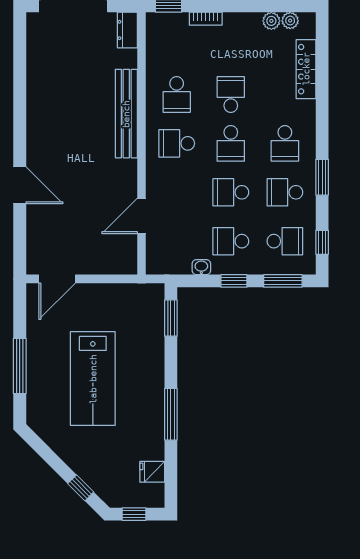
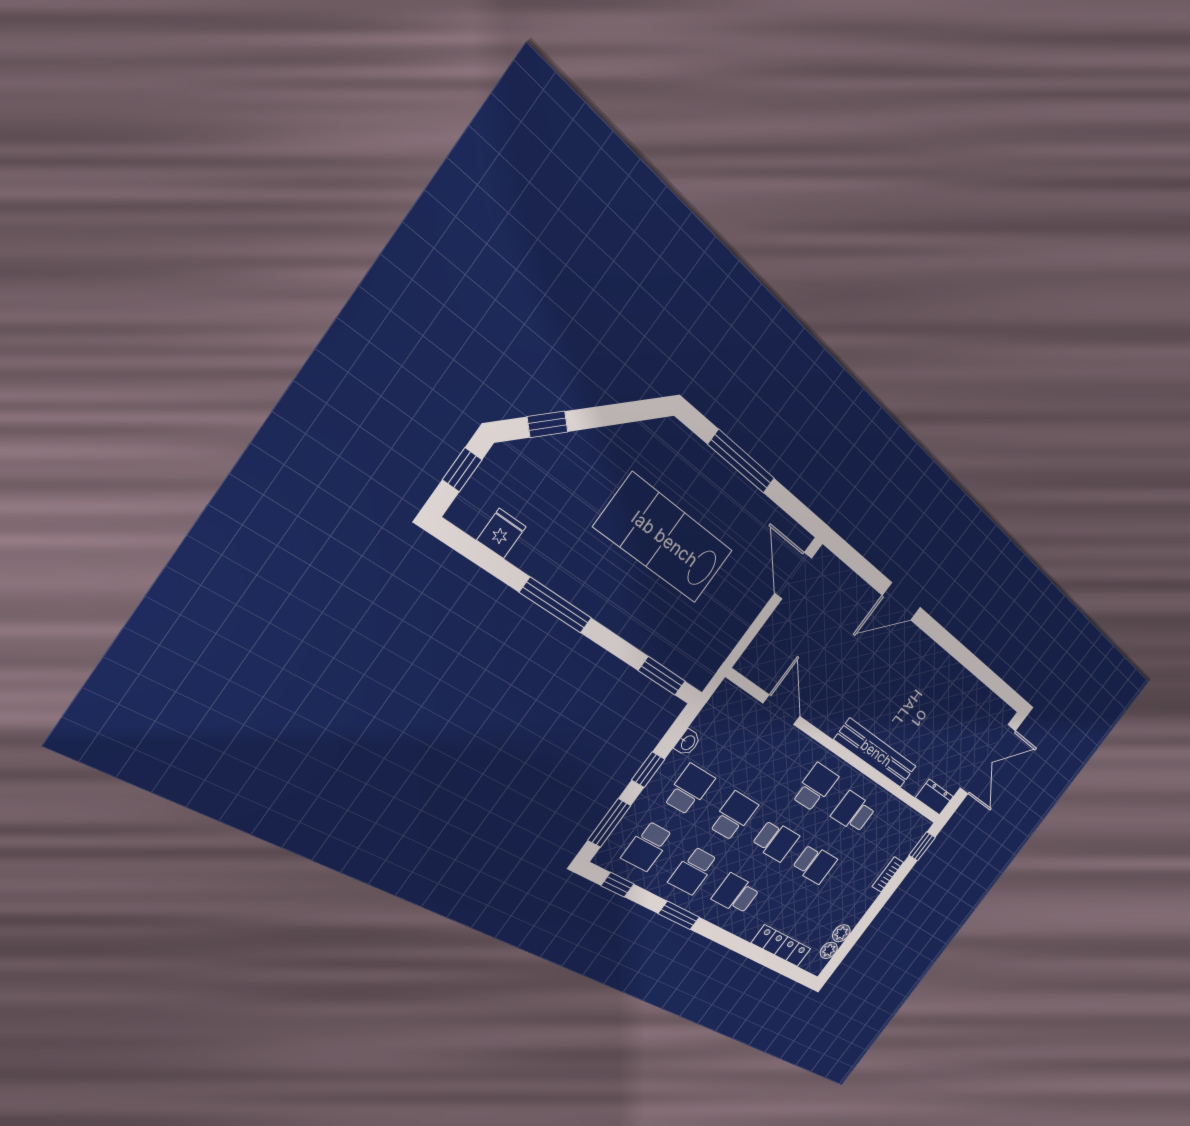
school desk: (231, 143) -> (776, 841), turned 180
school desk: (285, 192) -> (693, 871), turned 180

